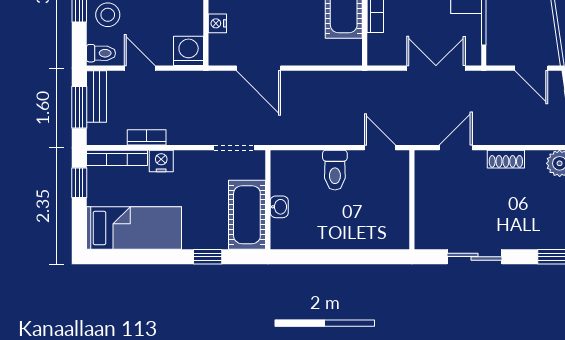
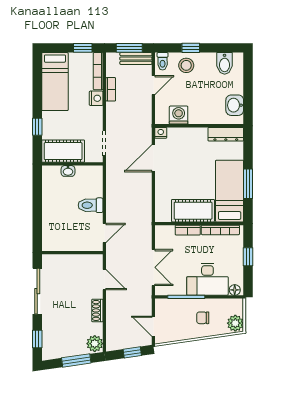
nightstand: (217, 23) -> (161, 133), moved
washing machine: (189, 51) -> (179, 115), moved, turned -90
door: (531, 68) -> (153, 326), hinge flipped
sliding door: (474, 257) -> (37, 291), width x1.37

